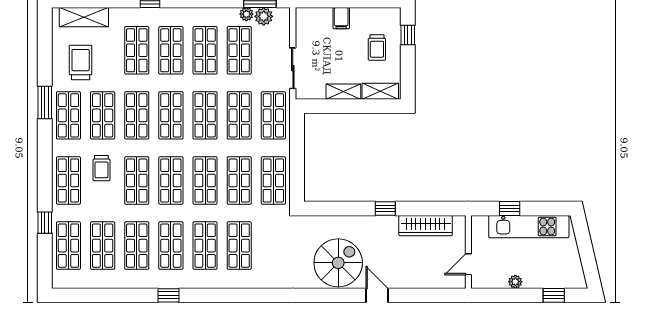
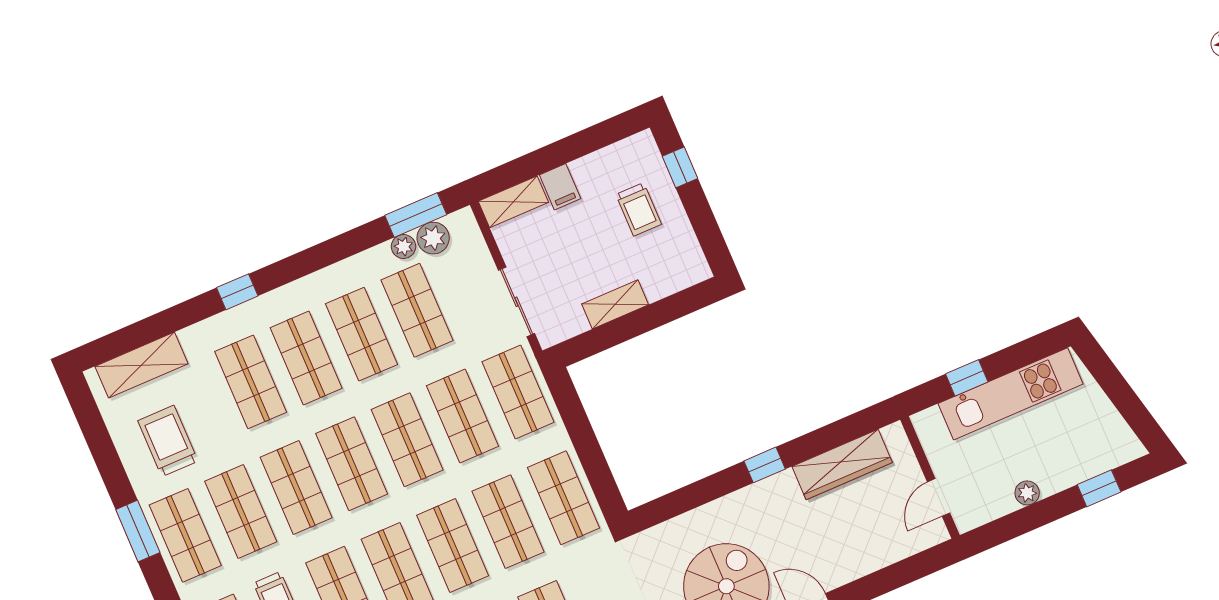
shelving: (380, 91) -> (513, 202), moved

